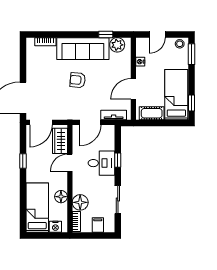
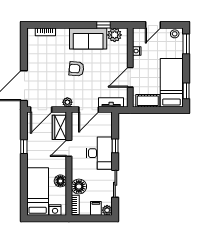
sofa: (83, 49) -> (88, 38), width x0.73
plant: (68, 115) -> (67, 102), added
desk: (101, 163) -> (99, 153), width x1.37
plant: (110, 227) -> (107, 210), added

